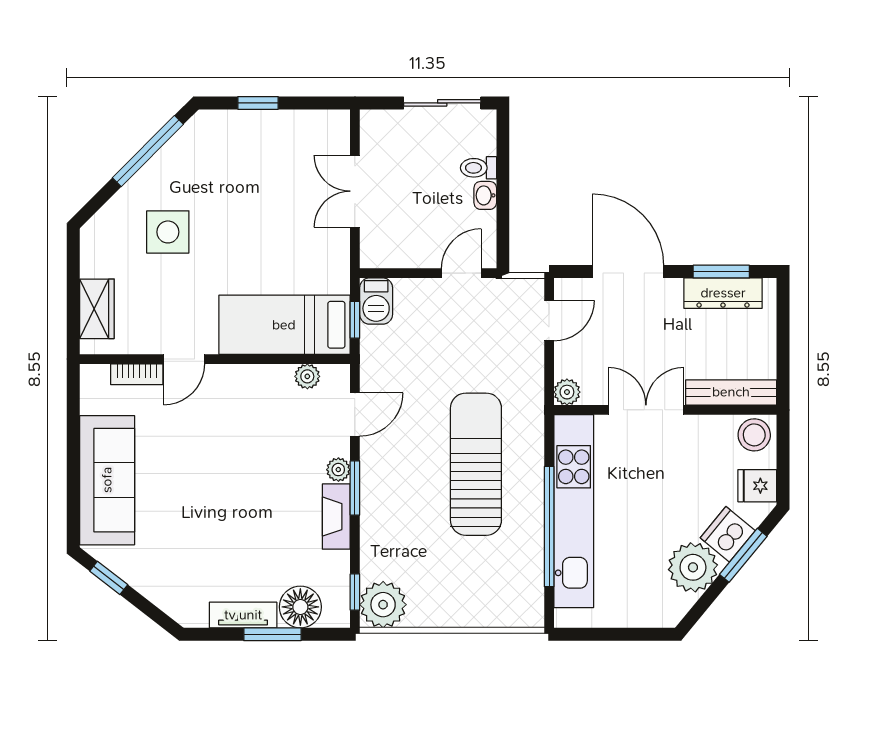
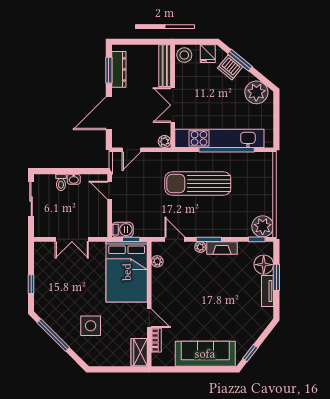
wardrobe: (97, 309) -> (139, 352), moved, turned -90
door: (549, 321) -> (132, 150), swing flipped
bed: (284, 325) -> (127, 272), width x1.50
plant: (693, 567) -> (256, 92), moved

